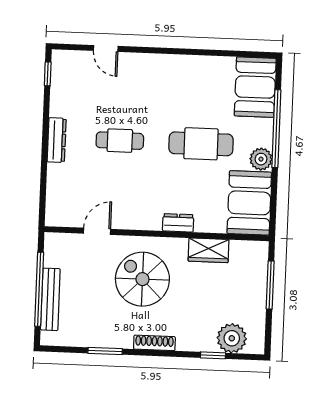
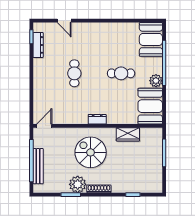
dresser: (57, 140) -> (38, 45), moved
cafe table: (120, 141) -> (74, 73), turned 90
cafe table: (201, 144) -> (121, 73), width x0.73, depth x0.74
dresser: (178, 223) -> (97, 119), moved
door: (97, 231) -> (44, 126), moved
plant: (232, 338) -> (78, 184), moved

